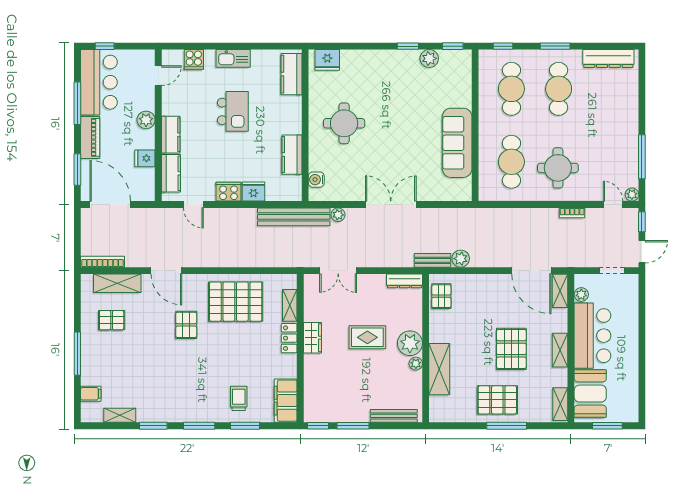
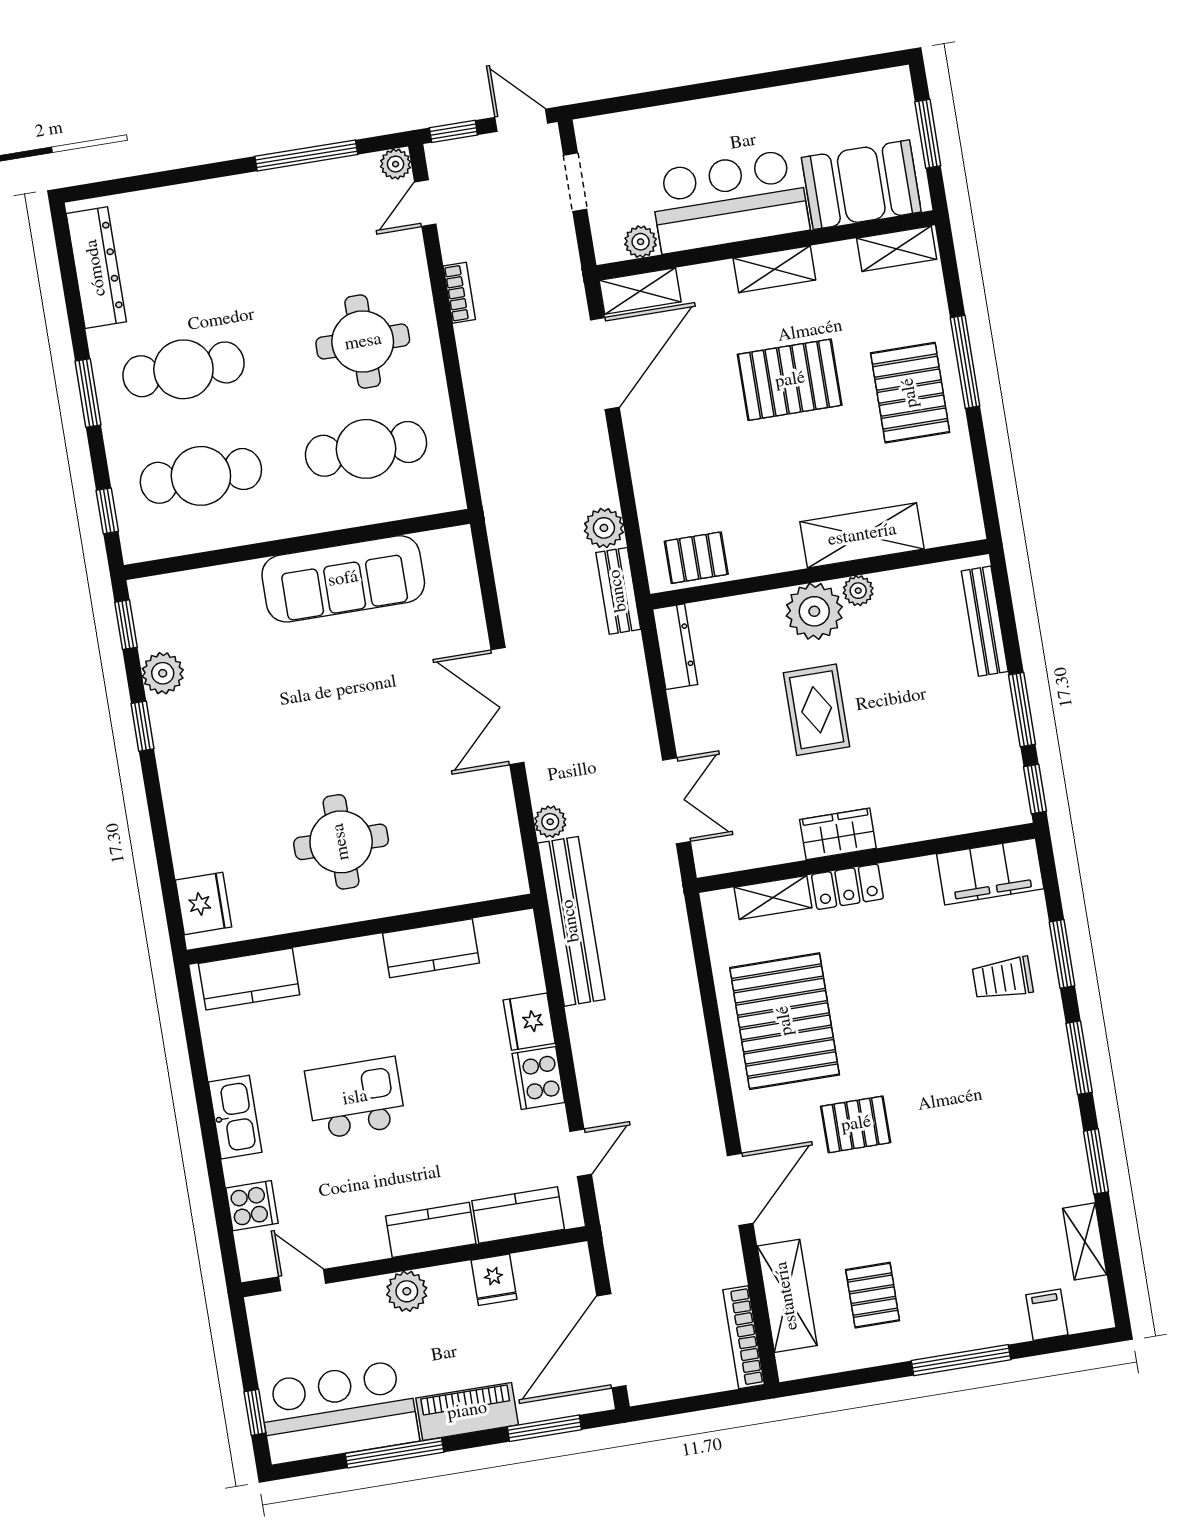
water cooler: (316, 180) -> (479, 884), removed

